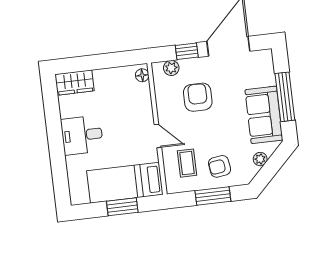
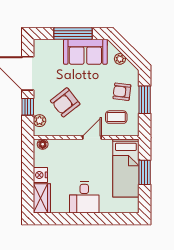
nightstand: (103, 77) -> (40, 175), added
armchair: (198, 97) -> (65, 102), turned -38
armchair: (220, 166) -> (122, 92), turned 105

